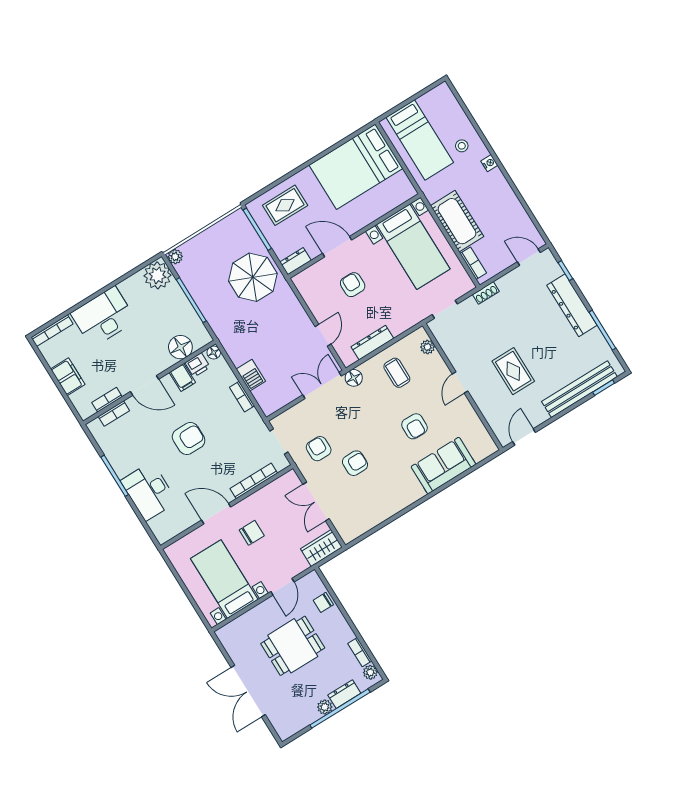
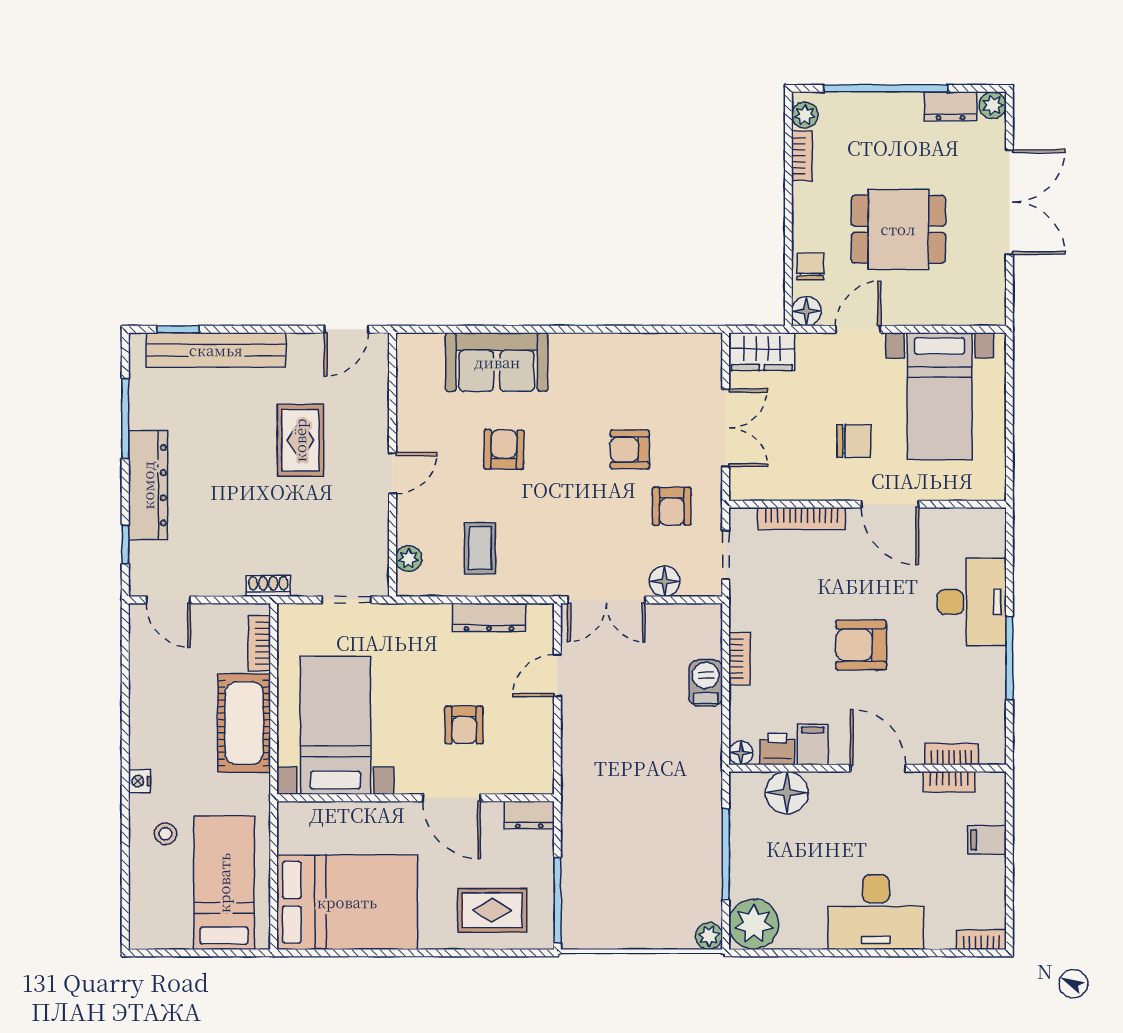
parasol: (253, 277) -> (610, 831), removed
bookcase: (52, 331) -> (981, 940), width x0.64
filing cabinet: (68, 377) -> (987, 840), width x0.50
floor lamp: (354, 378) -> (665, 581), moved
chair: (252, 533) -> (854, 441), turned 180
floor lamp: (312, 580) -> (806, 311), added
chair: (323, 602) -> (810, 266), turned -90
dresser: (344, 694) -> (950, 106), moved
plant: (325, 707) -> (993, 105), moved

